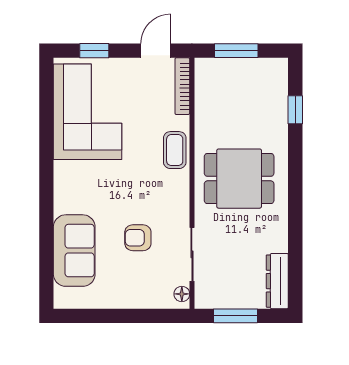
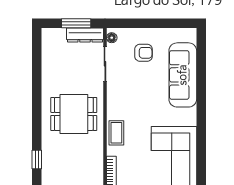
armchair: (138, 238) -> (144, 53), moved
sofa: (74, 251) -> (183, 75), width x1.36
dresser: (277, 281) -> (85, 35), moved, turned 90

